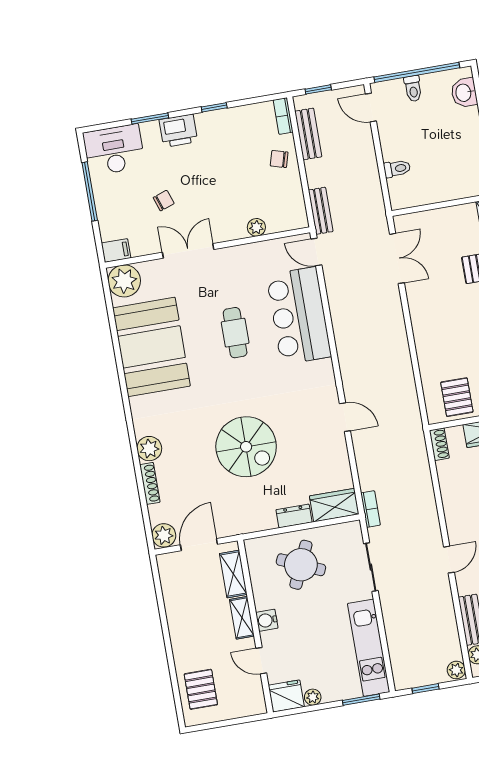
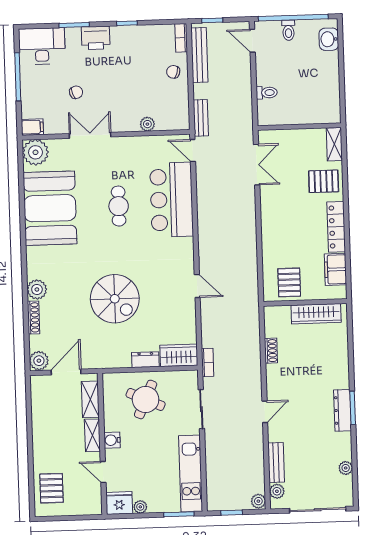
bench: (308, 134) -> (199, 55), width x1.36
shoe rack: (439, 444) -> (271, 351), moved

